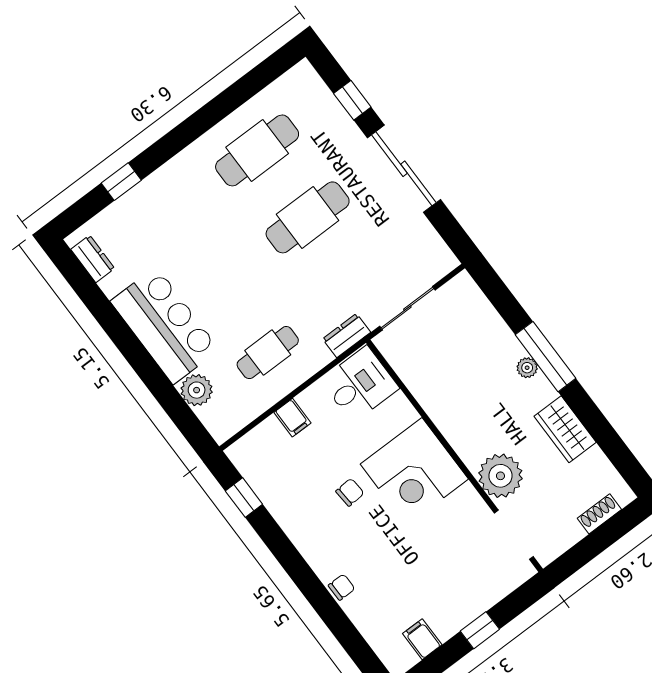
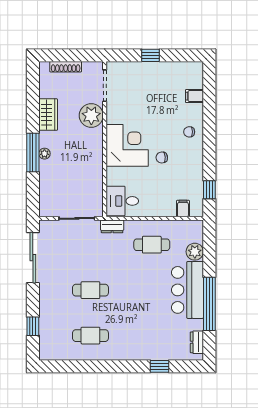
cafe table: (257, 150) -> (90, 336), width x0.73, depth x0.74
sliding door: (404, 169) -> (33, 258), moved
cafe table: (308, 217) -> (90, 290), width x0.73, depth x0.74
window: (117, 329) -> (209, 304), added
filing cabinet: (292, 418) -> (183, 208), moved
shoe rack: (599, 514) -> (66, 67), width x1.43
chair: (342, 587) -> (189, 132), moved
filing cabinet: (422, 639) -> (194, 96), moved, turned 90

